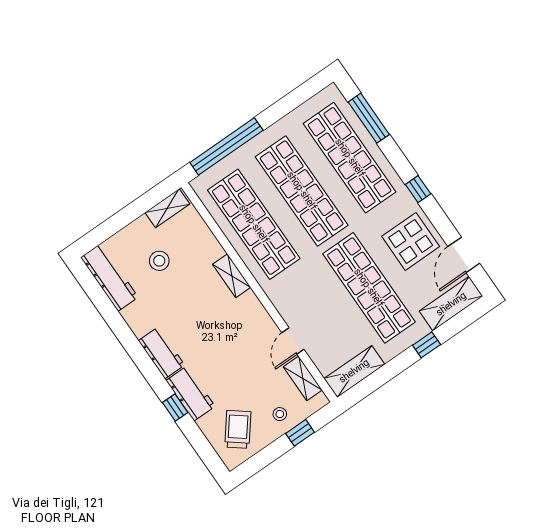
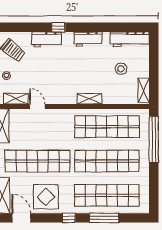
window: (369, 118) -> (104, 218), moved
workbench: (161, 353) -> (88, 39), moved
window: (175, 407) -> (59, 27), moved

